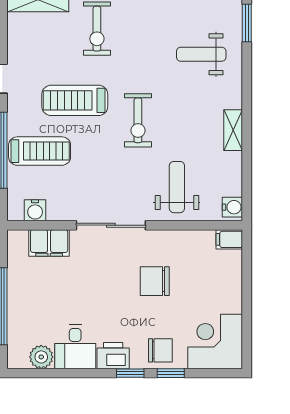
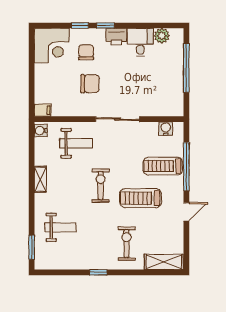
treadmill: (75, 100) -> (141, 198), turned 180
weight bench: (177, 187) -> (76, 143), turned -90
filing cabinet: (49, 243) -> (157, 108), removed
chair: (160, 350) -> (86, 52), moved, turned 90

